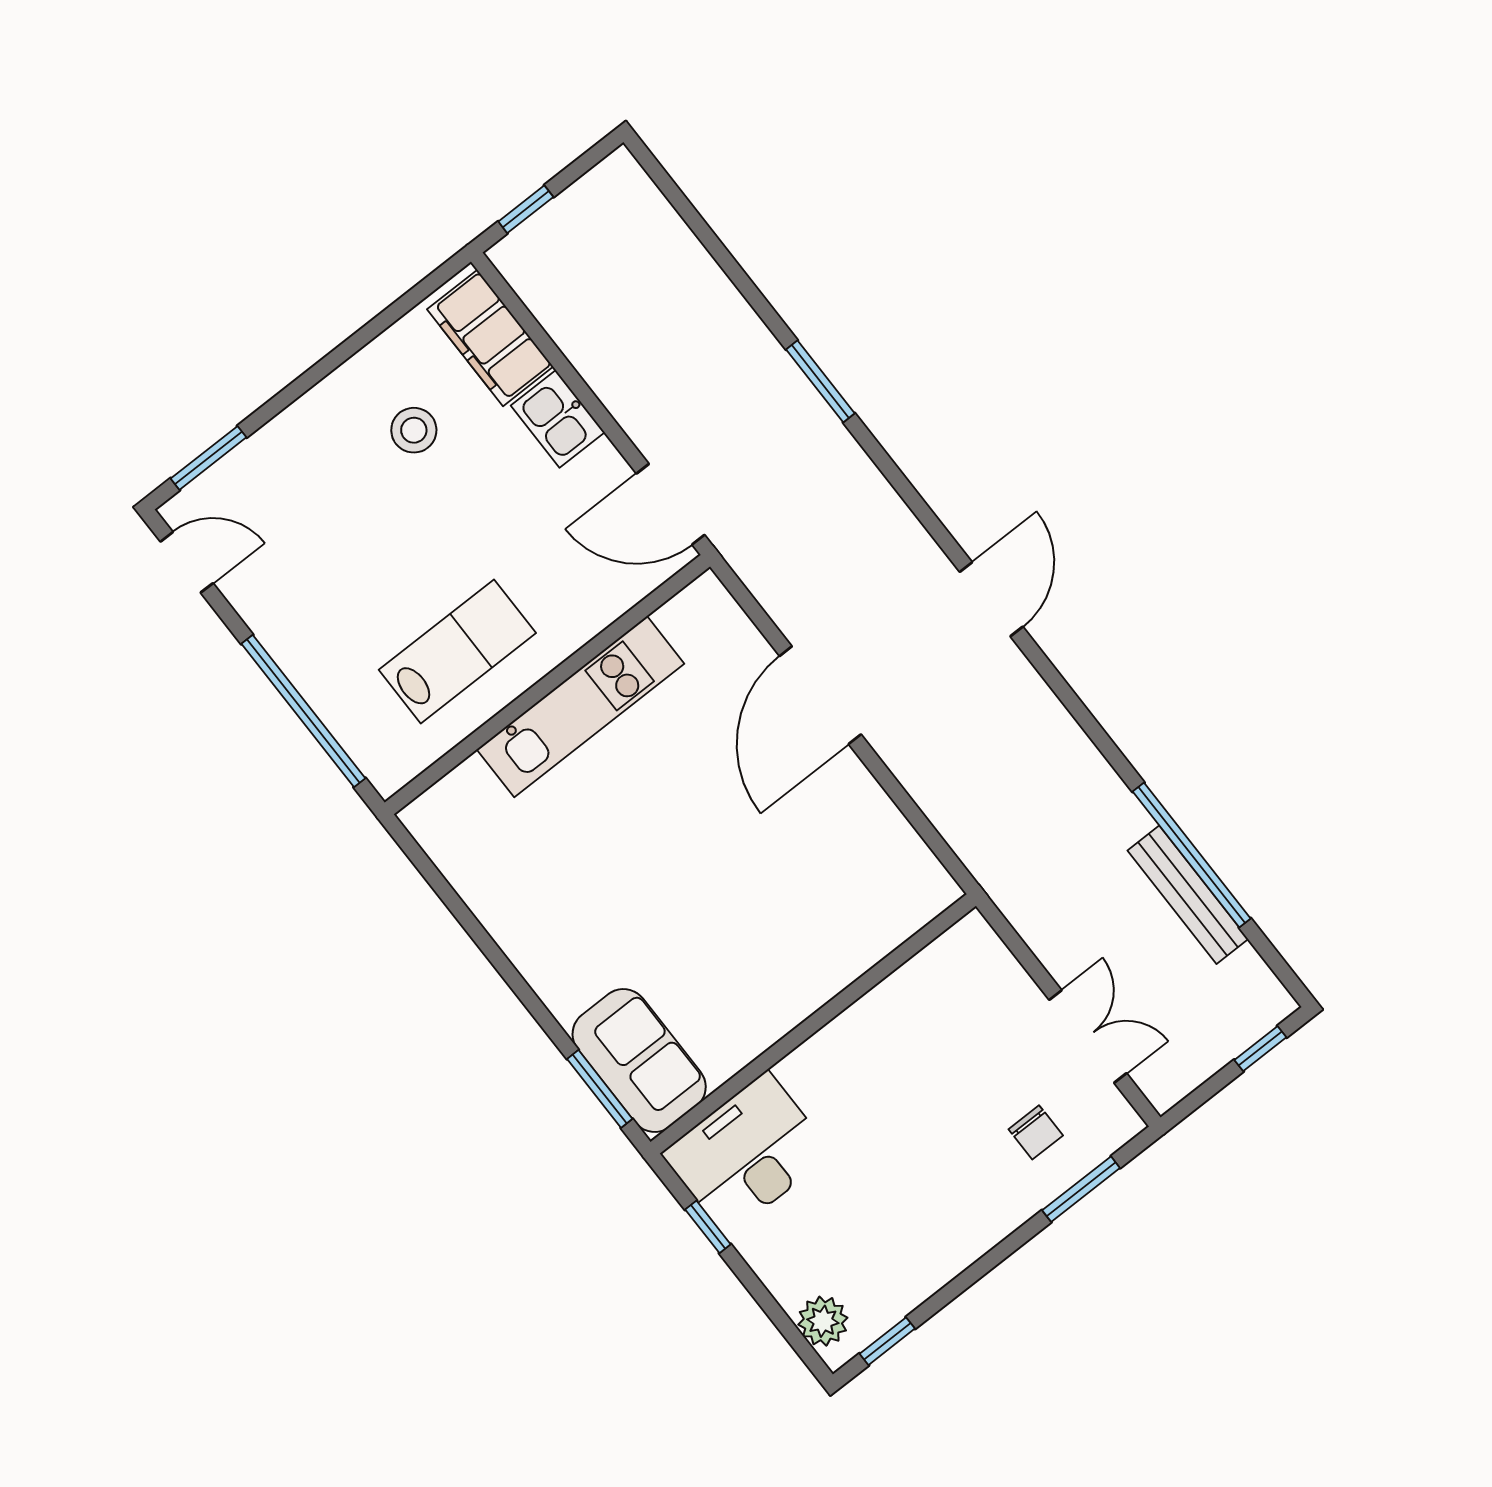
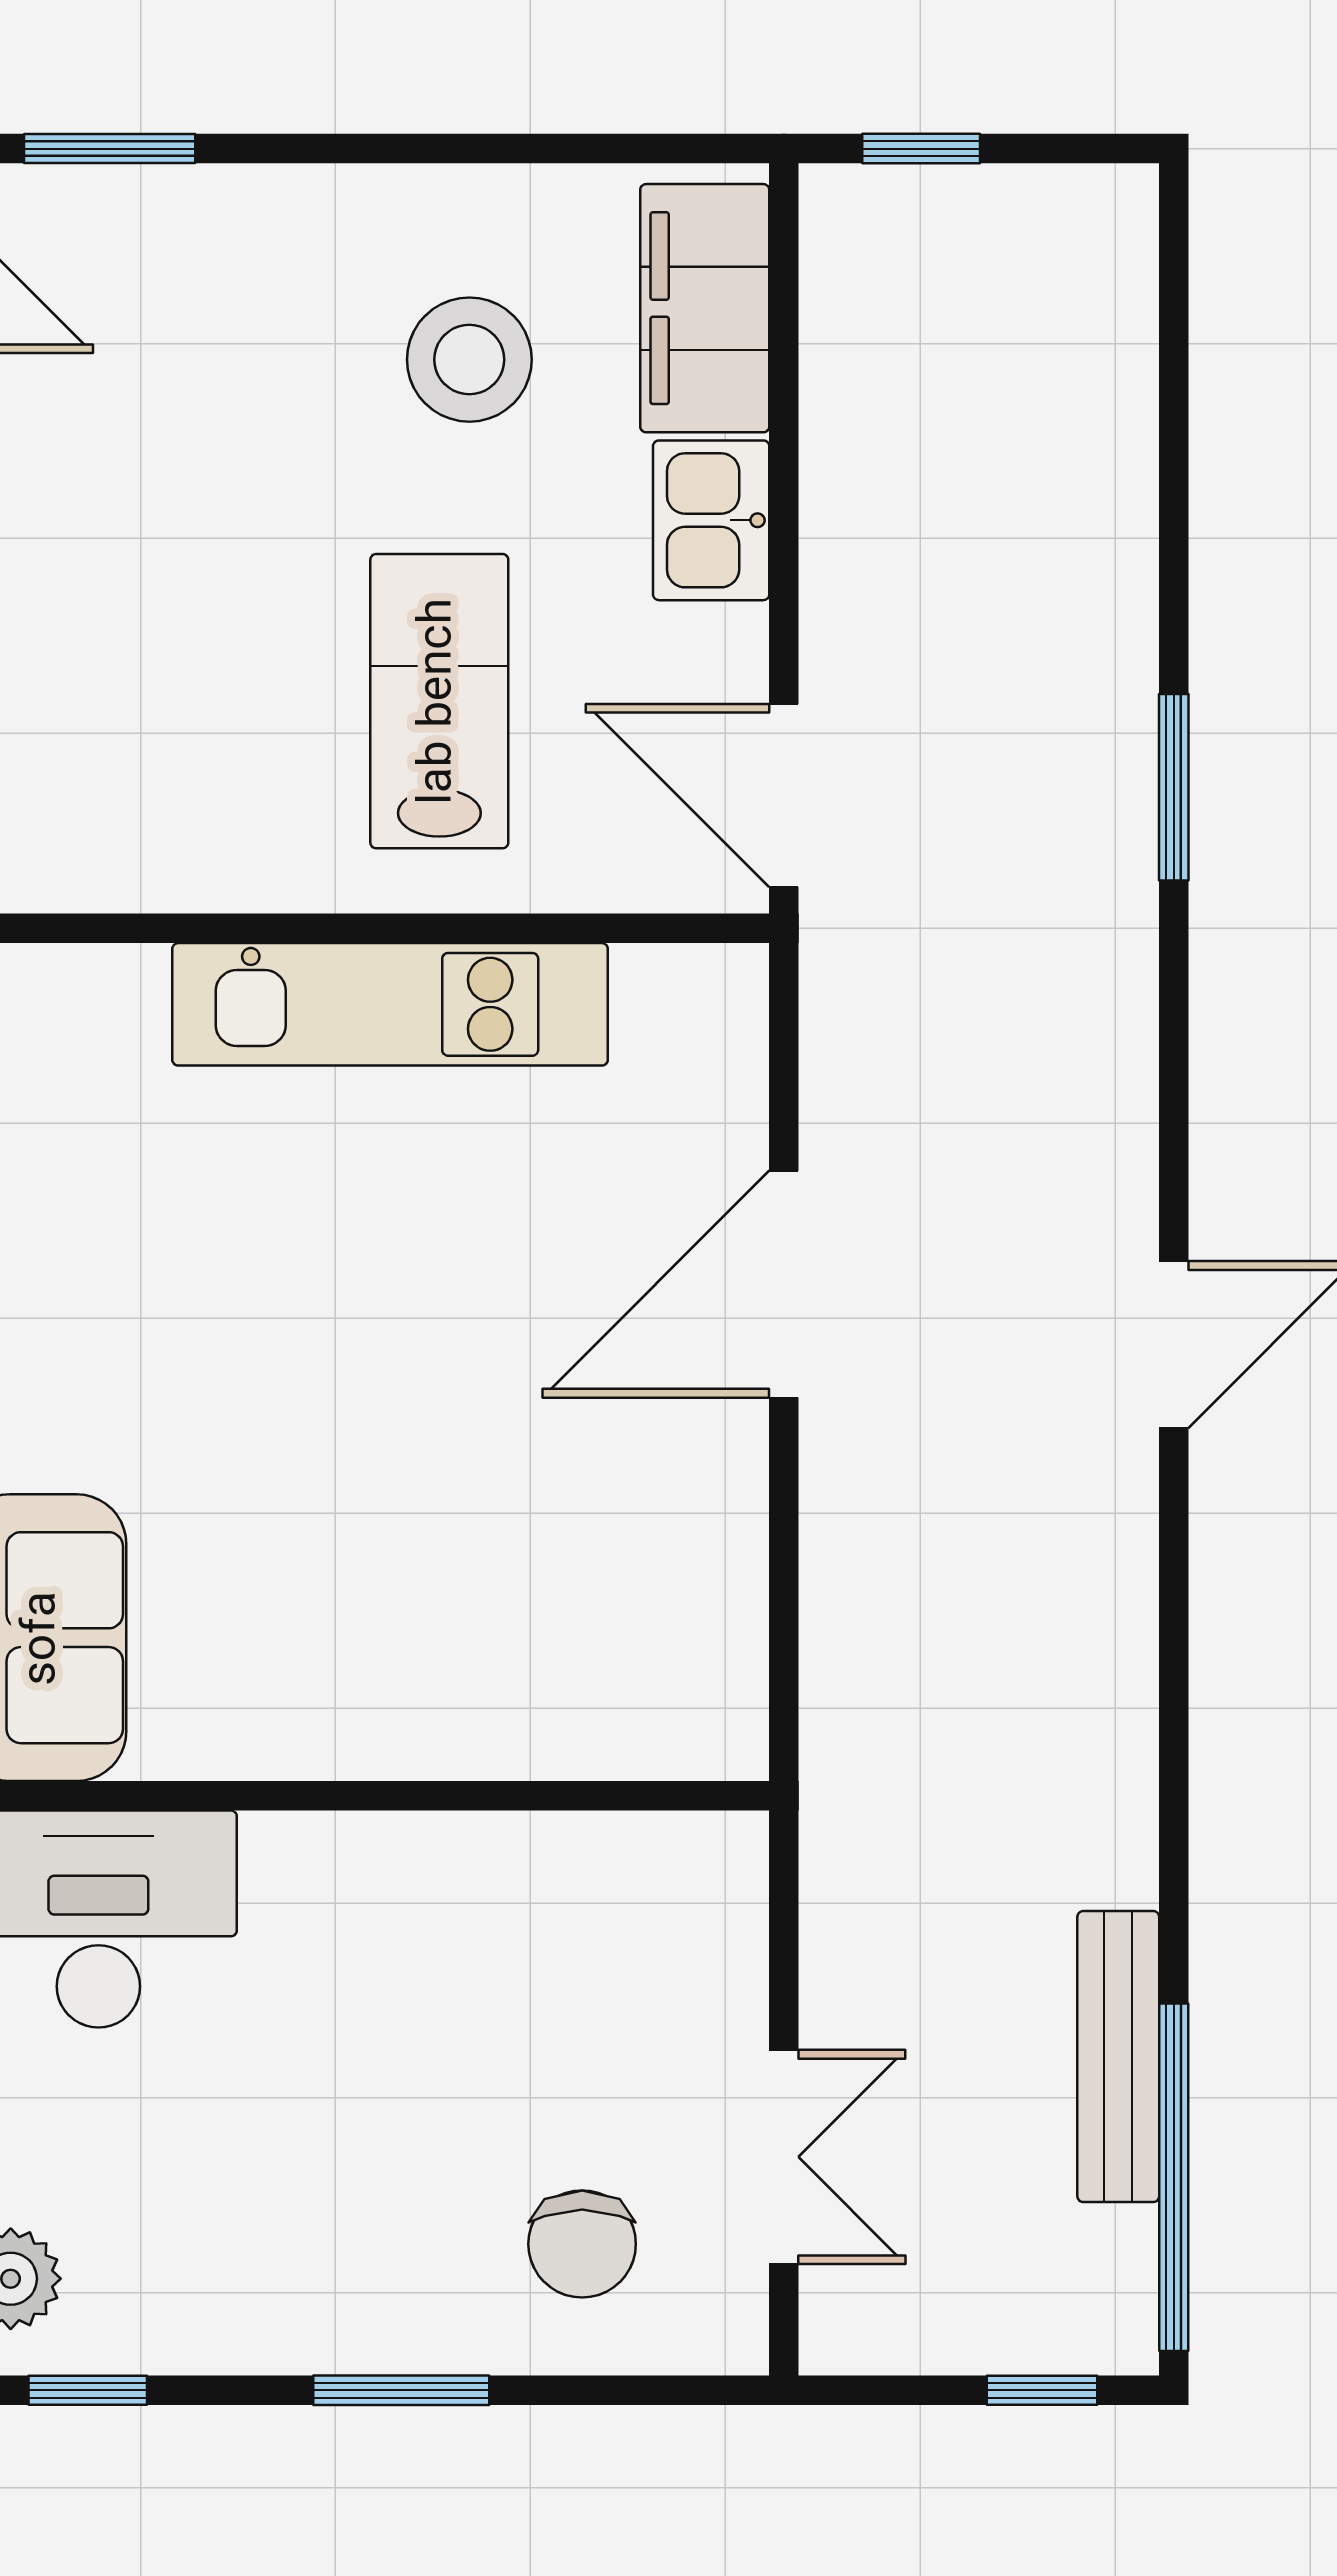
stool: (414, 430) -> (469, 360), width x1.38, depth x1.38
lab bench: (457, 651) -> (439, 701), moved, turned -90
window: (1192, 855) -> (1174, 2177), moved
chair: (1036, 1132) -> (582, 2244), width x1.37, depth x1.37
window: (1081, 1189) -> (401, 2390), moved

